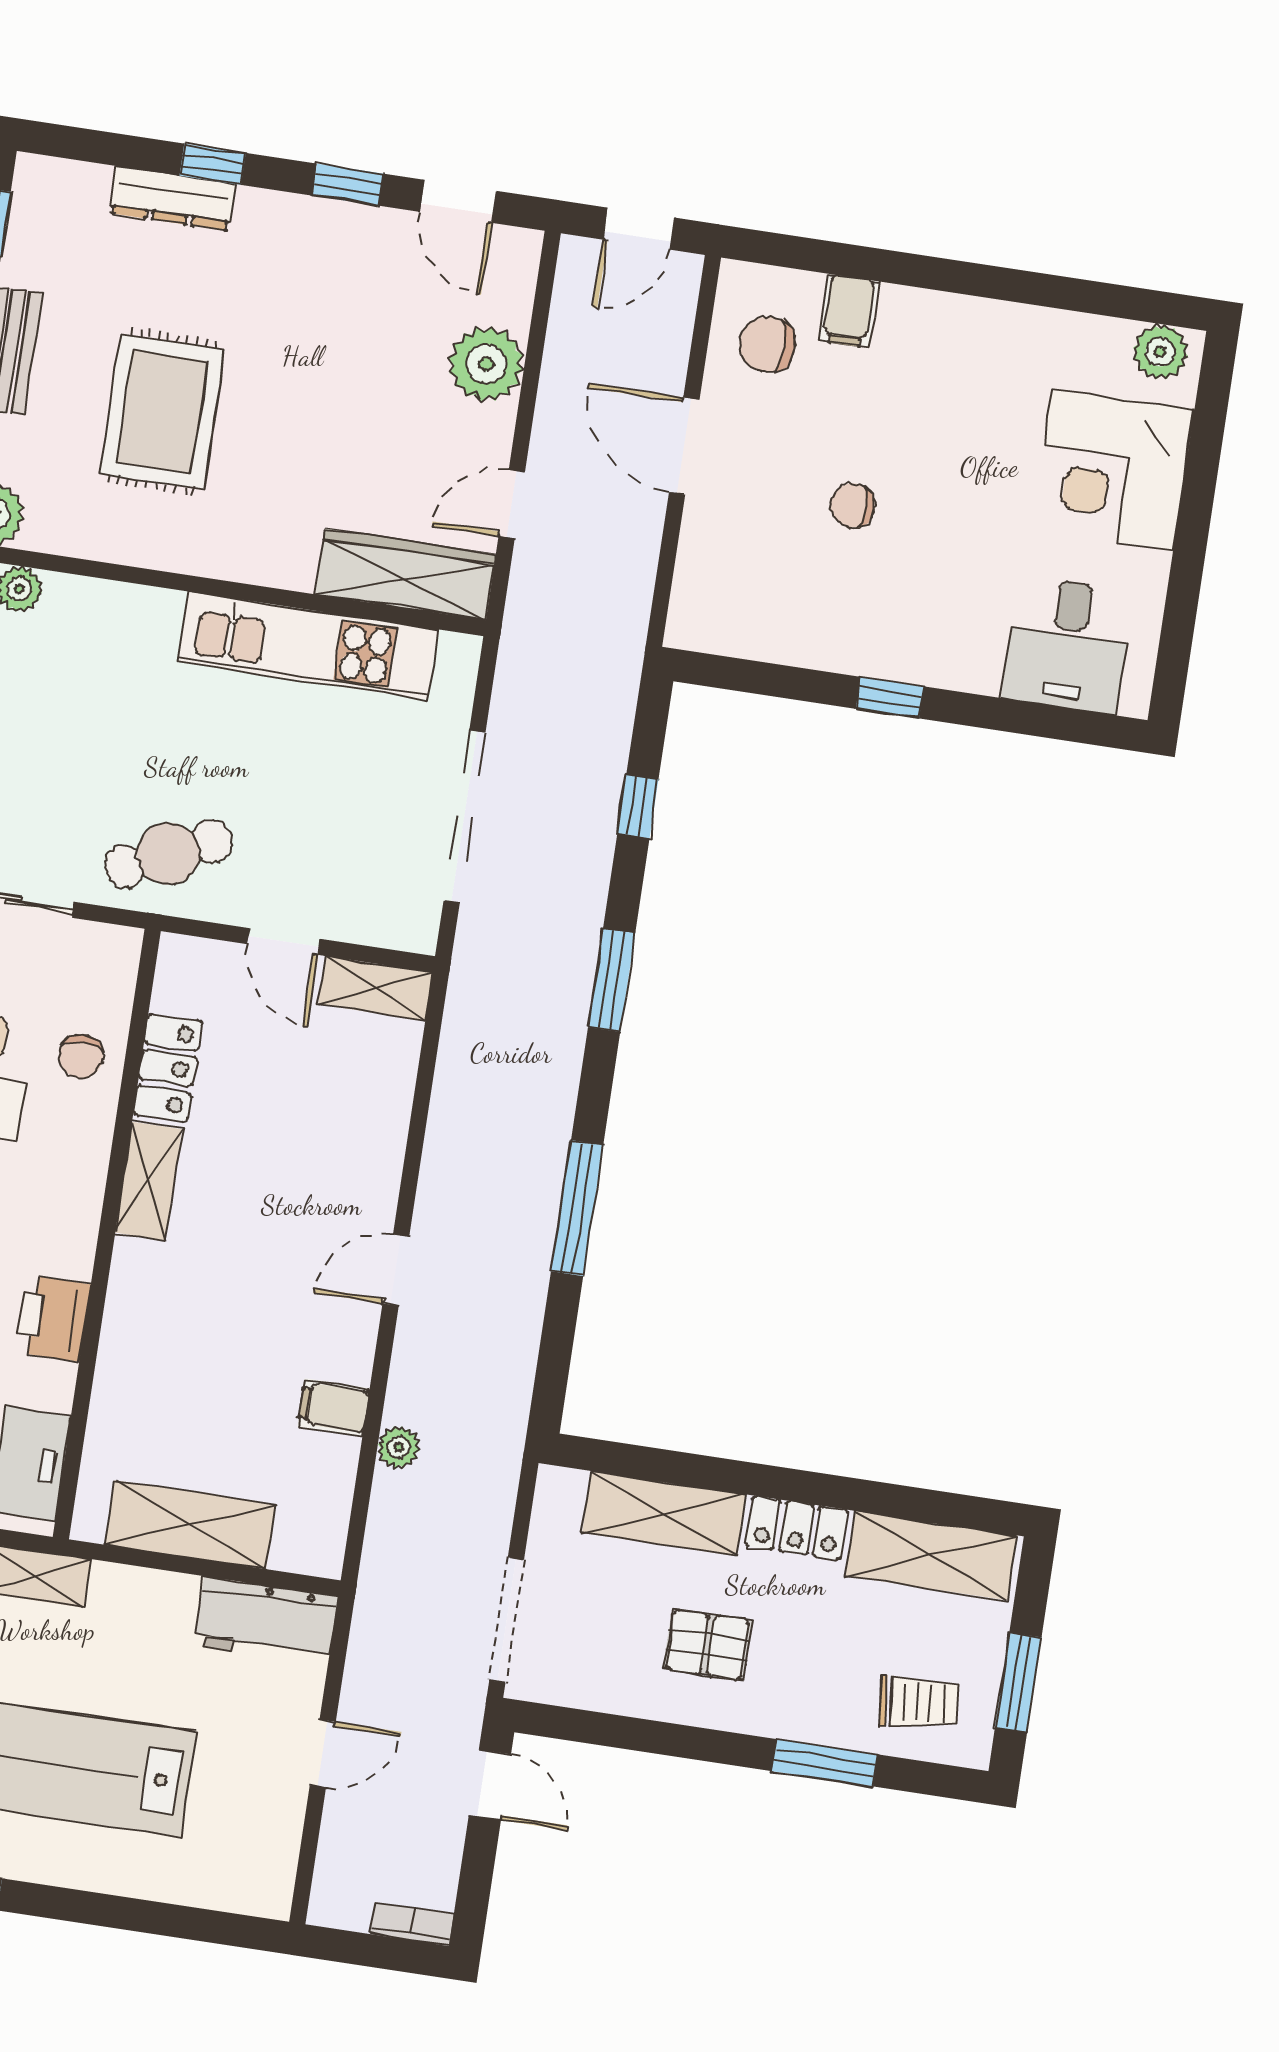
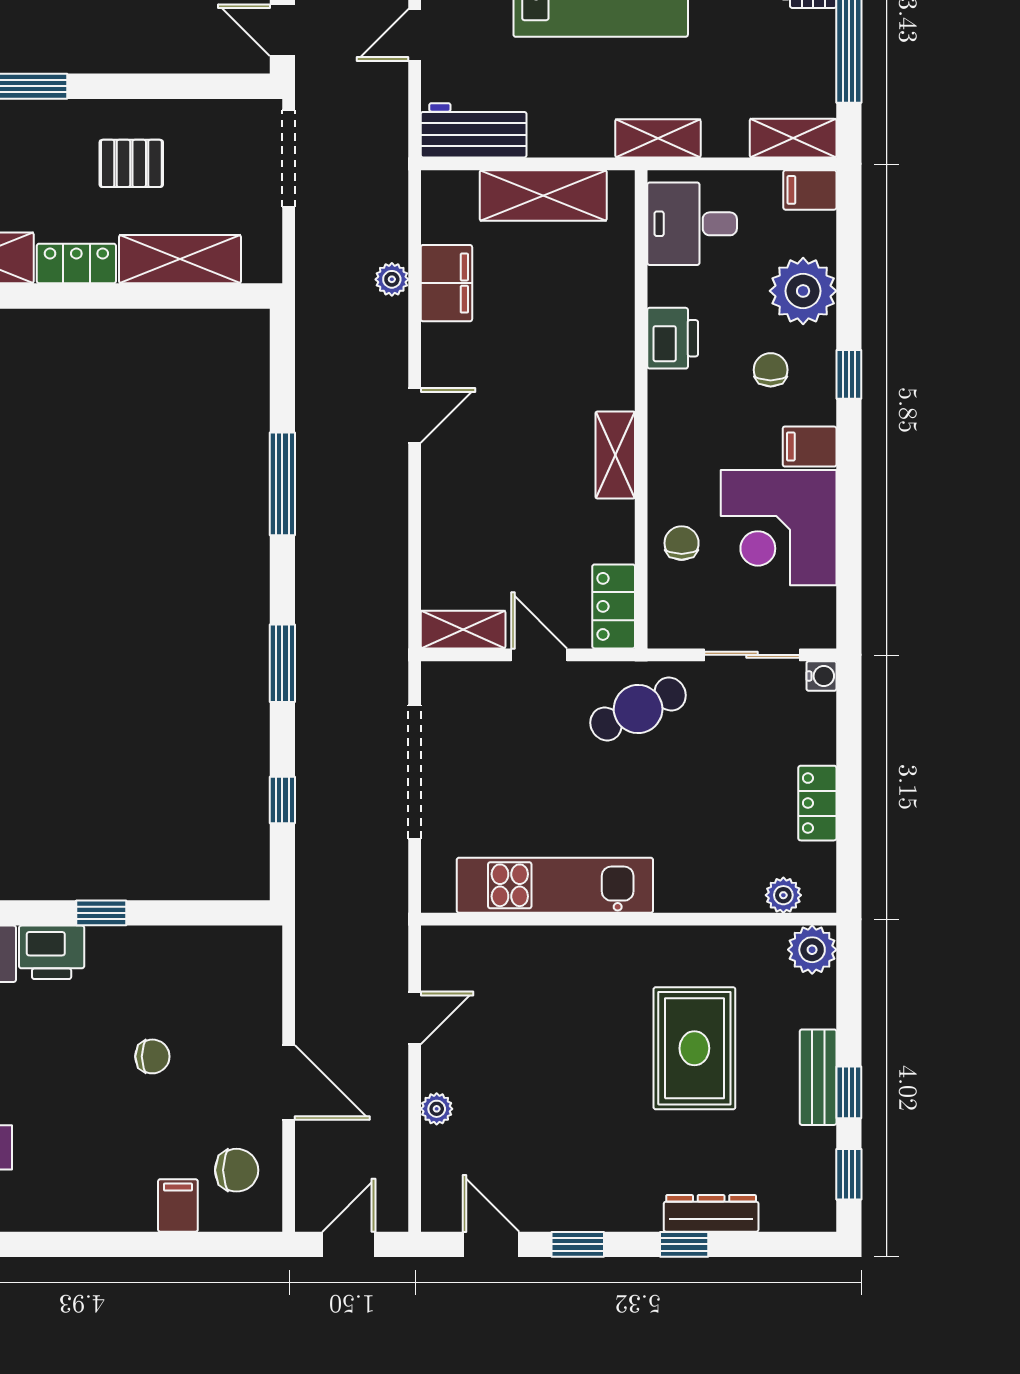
plant: (486, 364) -> (437, 1109), width x0.53, depth x0.53
wardrobe: (406, 574) -> (488, 951), removed
printer: (961, 657) -> (52, 952), added
locker: (168, 1068) -> (614, 606), moved
filing cabinet: (334, 1408) -> (446, 283), width x2.00

